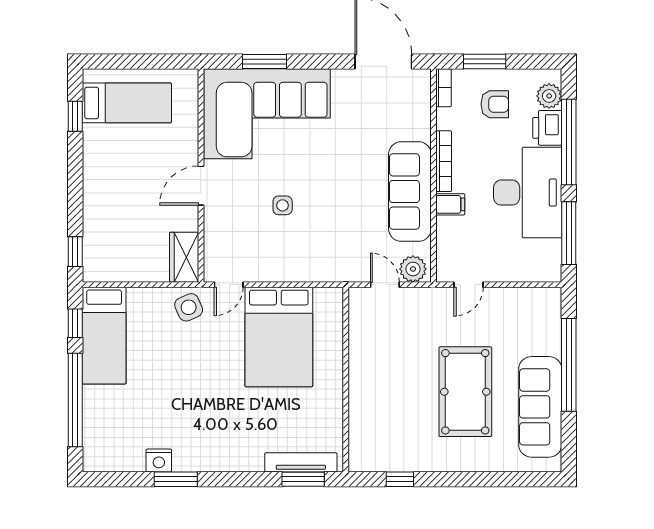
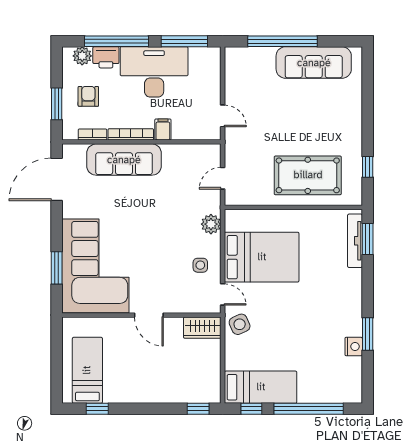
bookcase: (444, 88) -> (92, 135), moved
sofa: (410, 192) -> (124, 160), moved
side table: (283, 205) -> (200, 265), moved
plant: (413, 269) -> (211, 224), moved
pool table: (465, 392) -> (308, 175), moved

